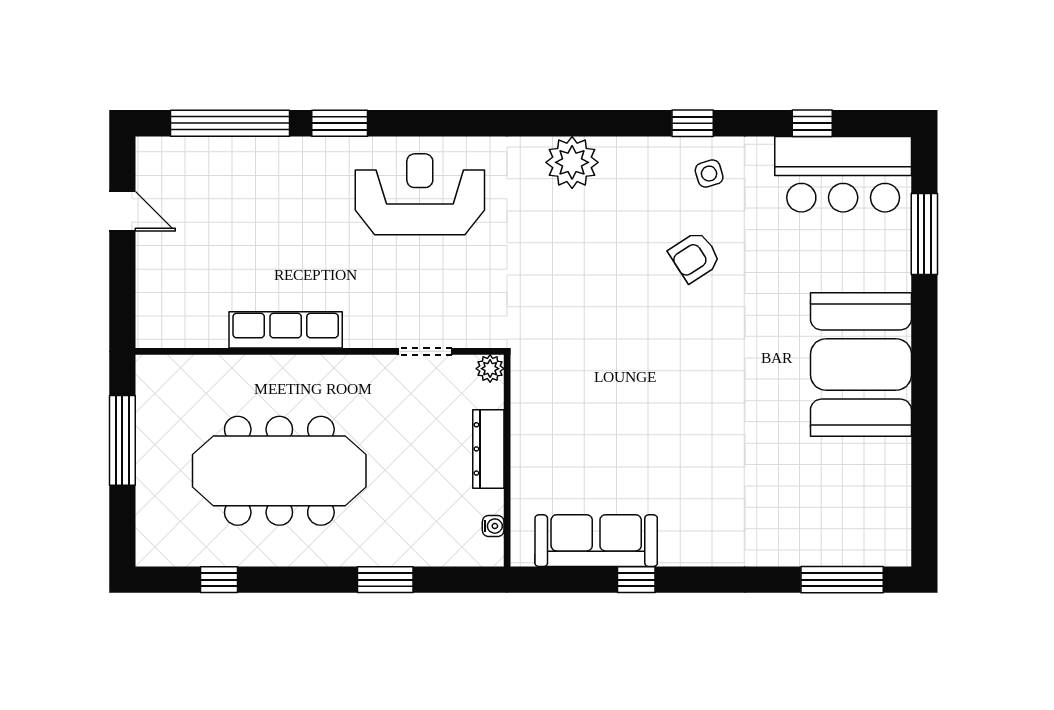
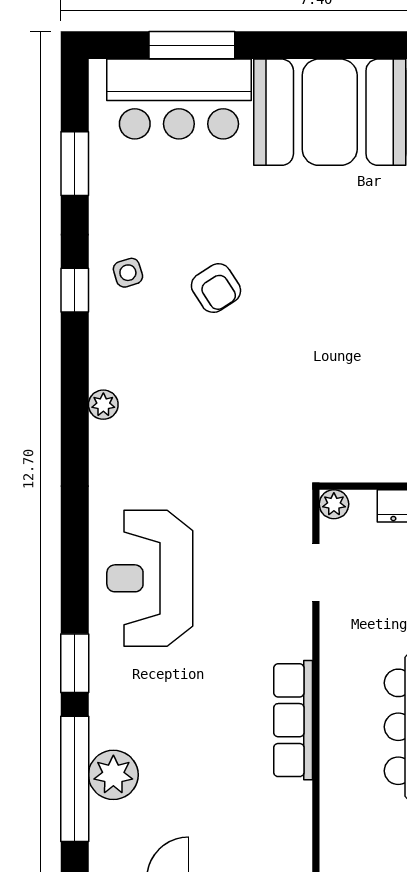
window: (812, 123) -> (75, 164), width x1.50
plant: (234, 160) -> (113, 775), added
plant: (572, 162) -> (103, 405), width x0.53, depth x0.53
bar counter: (843, 174) -> (179, 99), moved, turned 90

